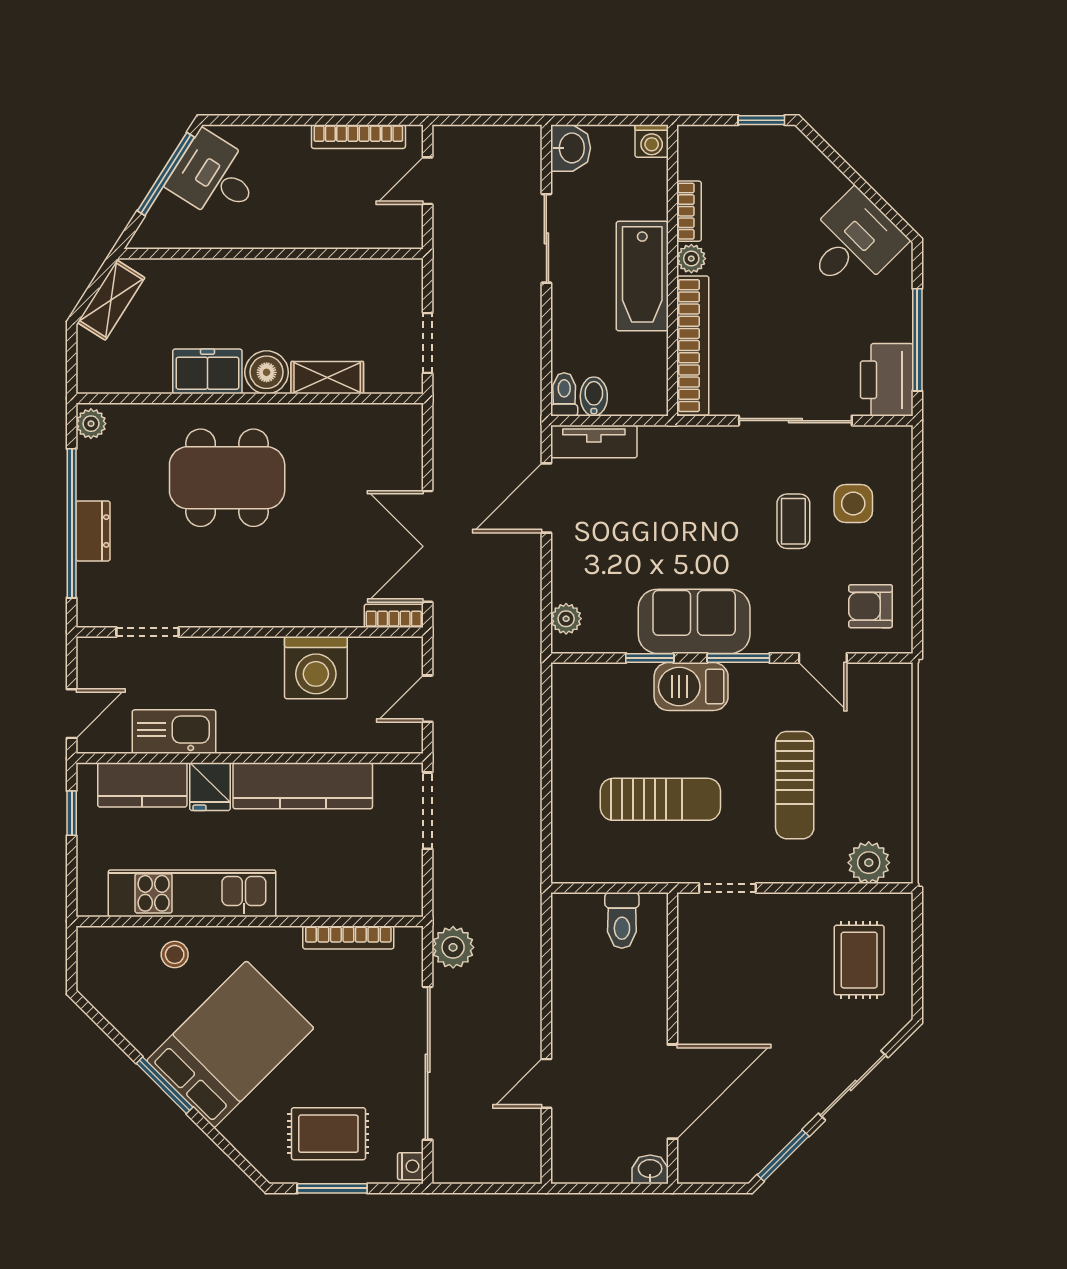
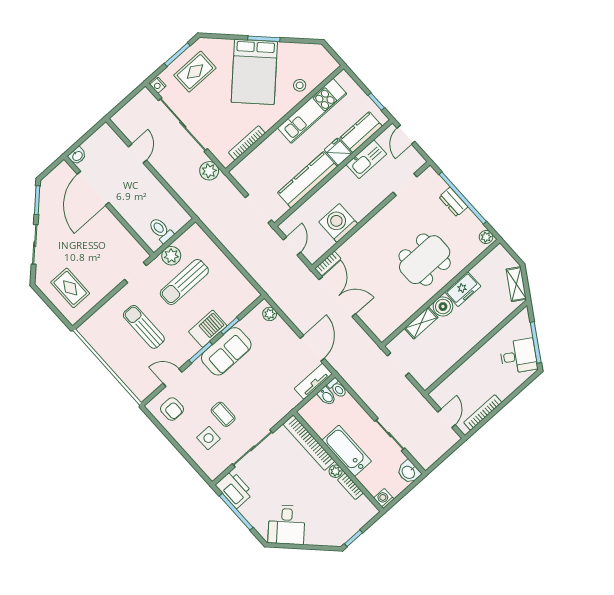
armchair: (871, 606) -> (172, 409), turned 90
plant: (869, 863) -> (171, 256), moved

